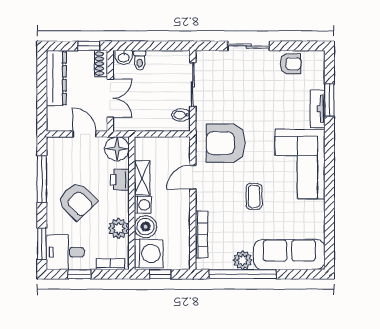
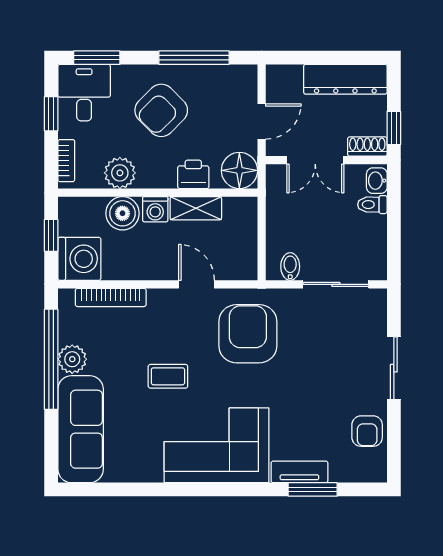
washing machine: (149, 253) -> (79, 259), moved, turned -90

